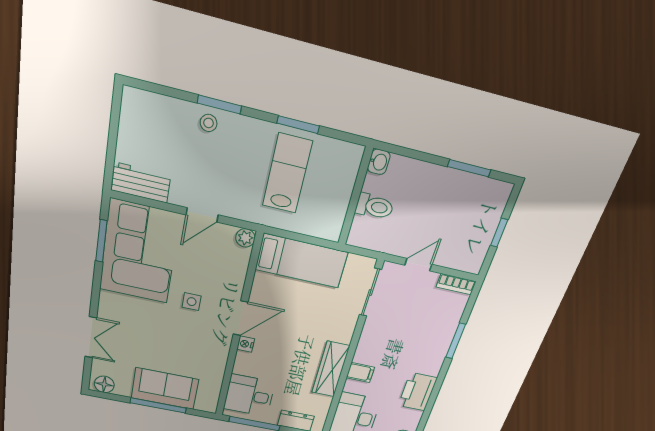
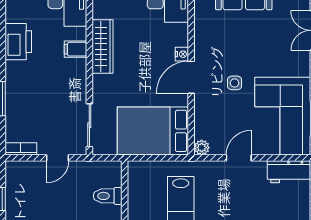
bed: (301, 261) -> (153, 131), width x1.50

